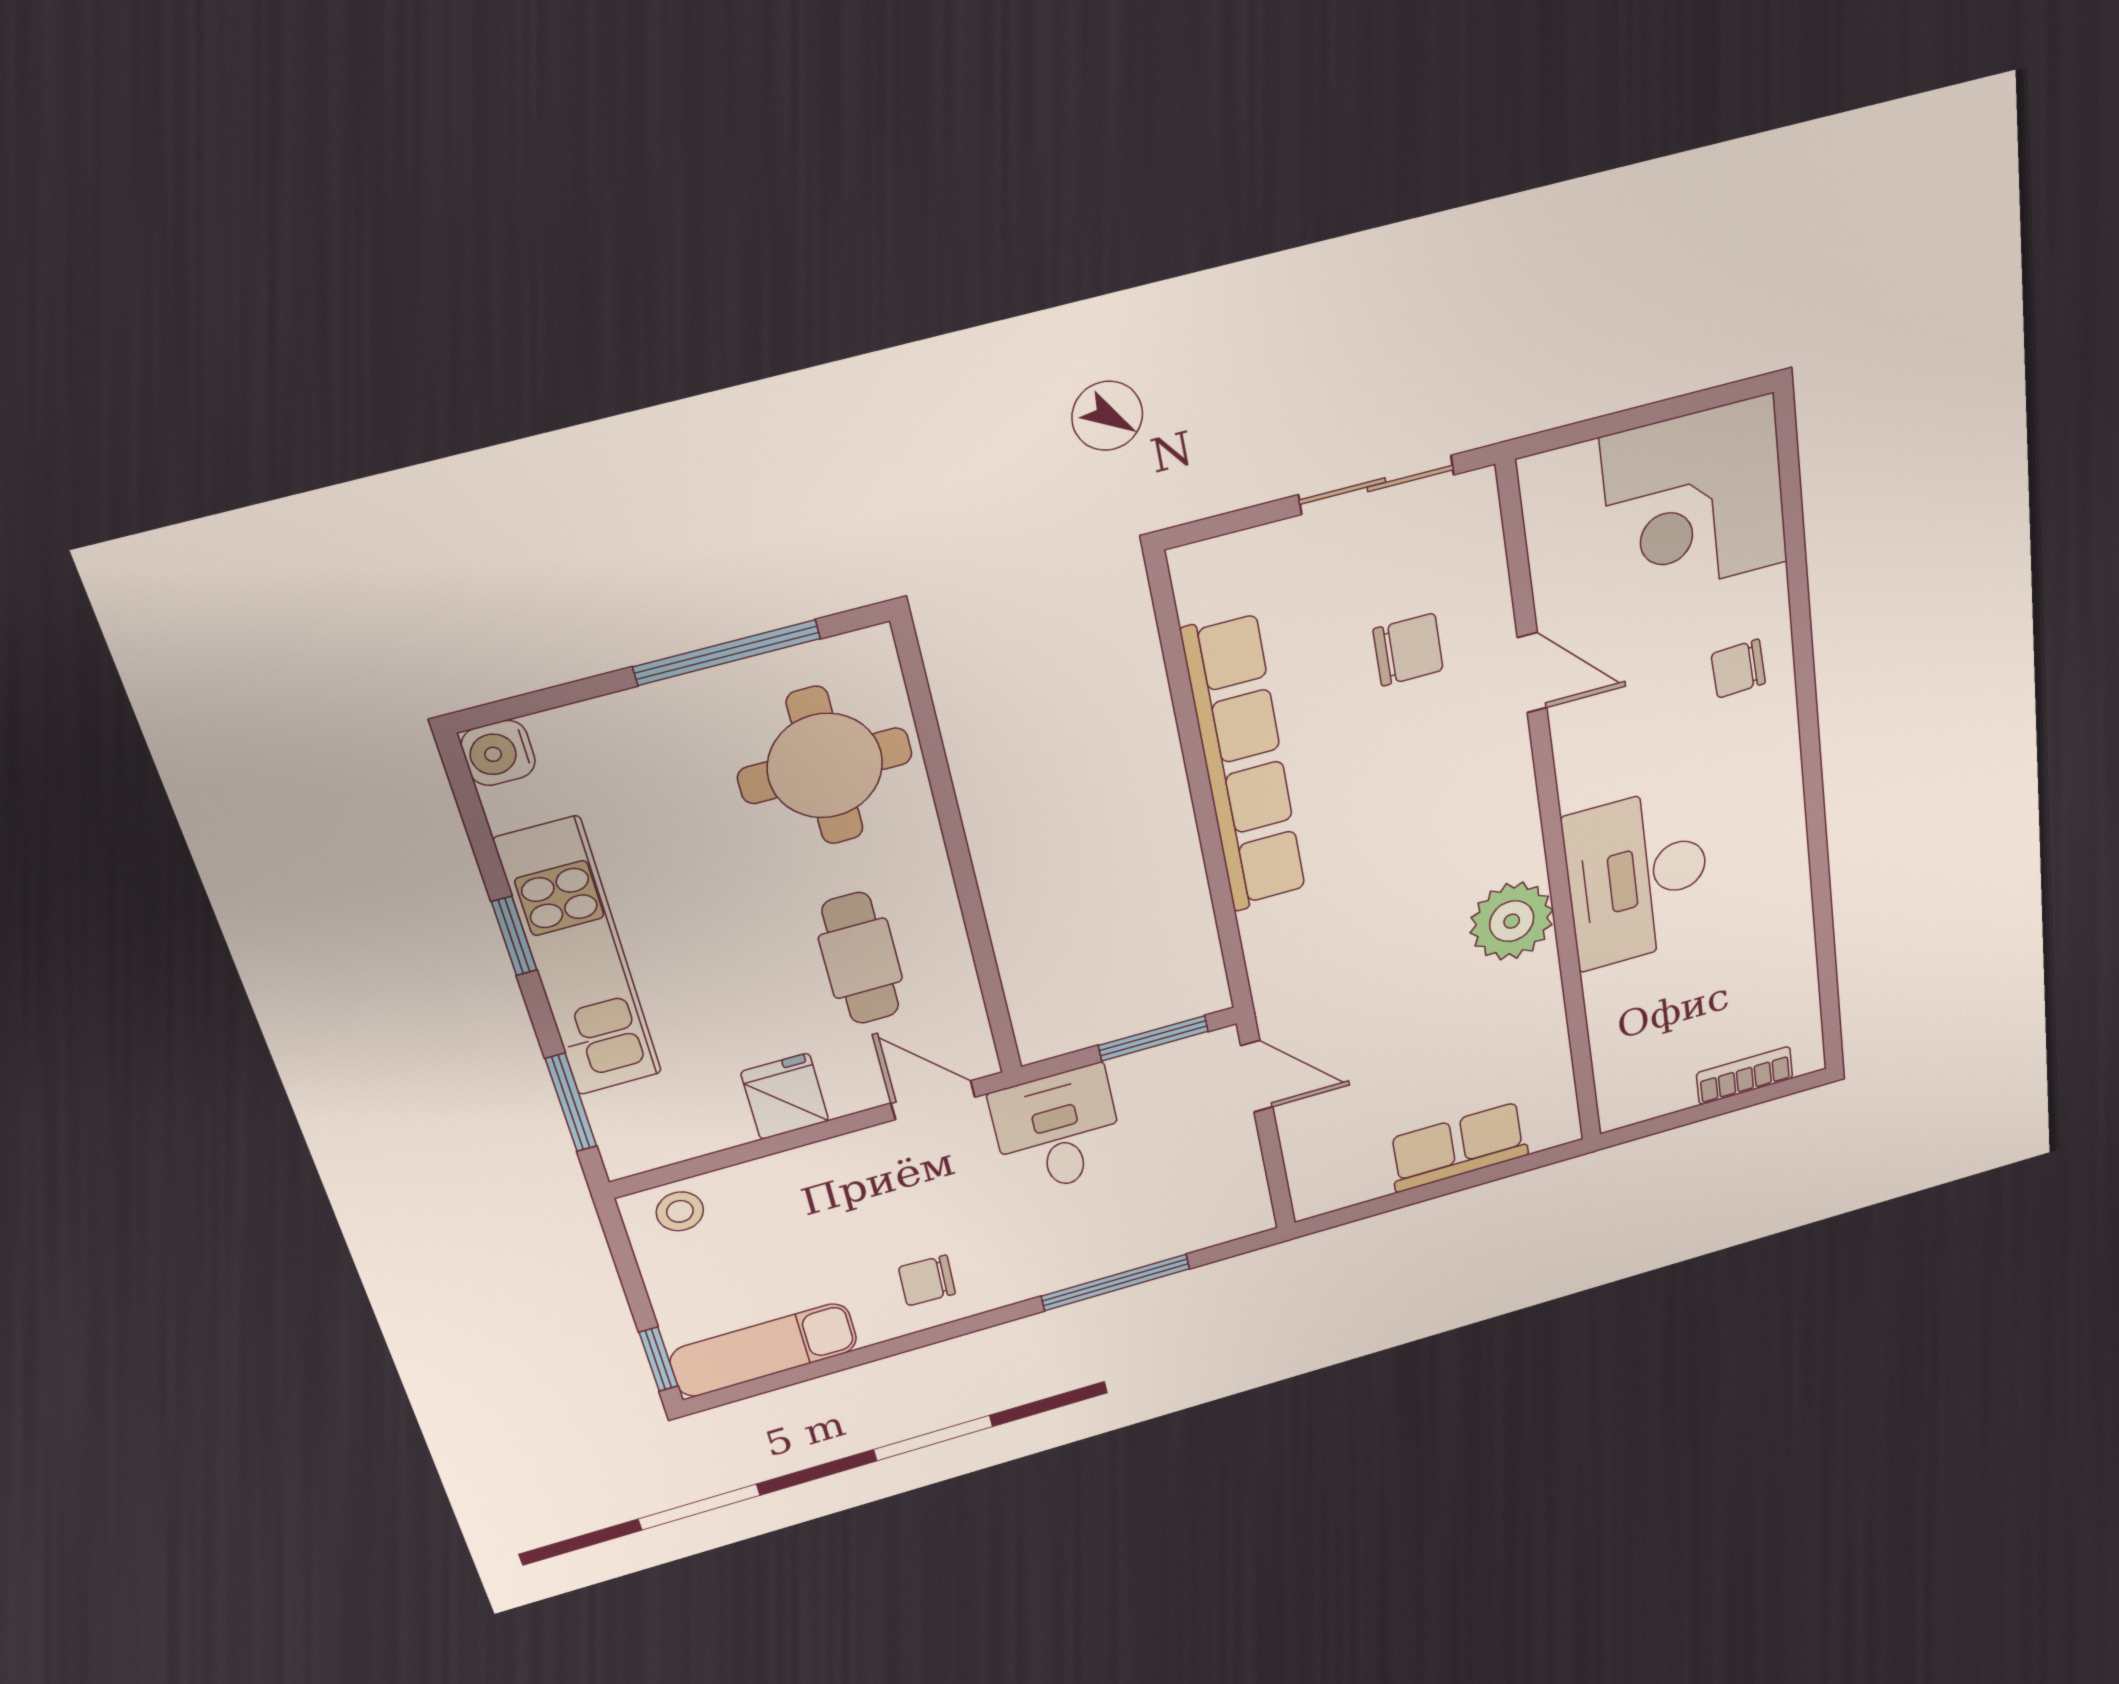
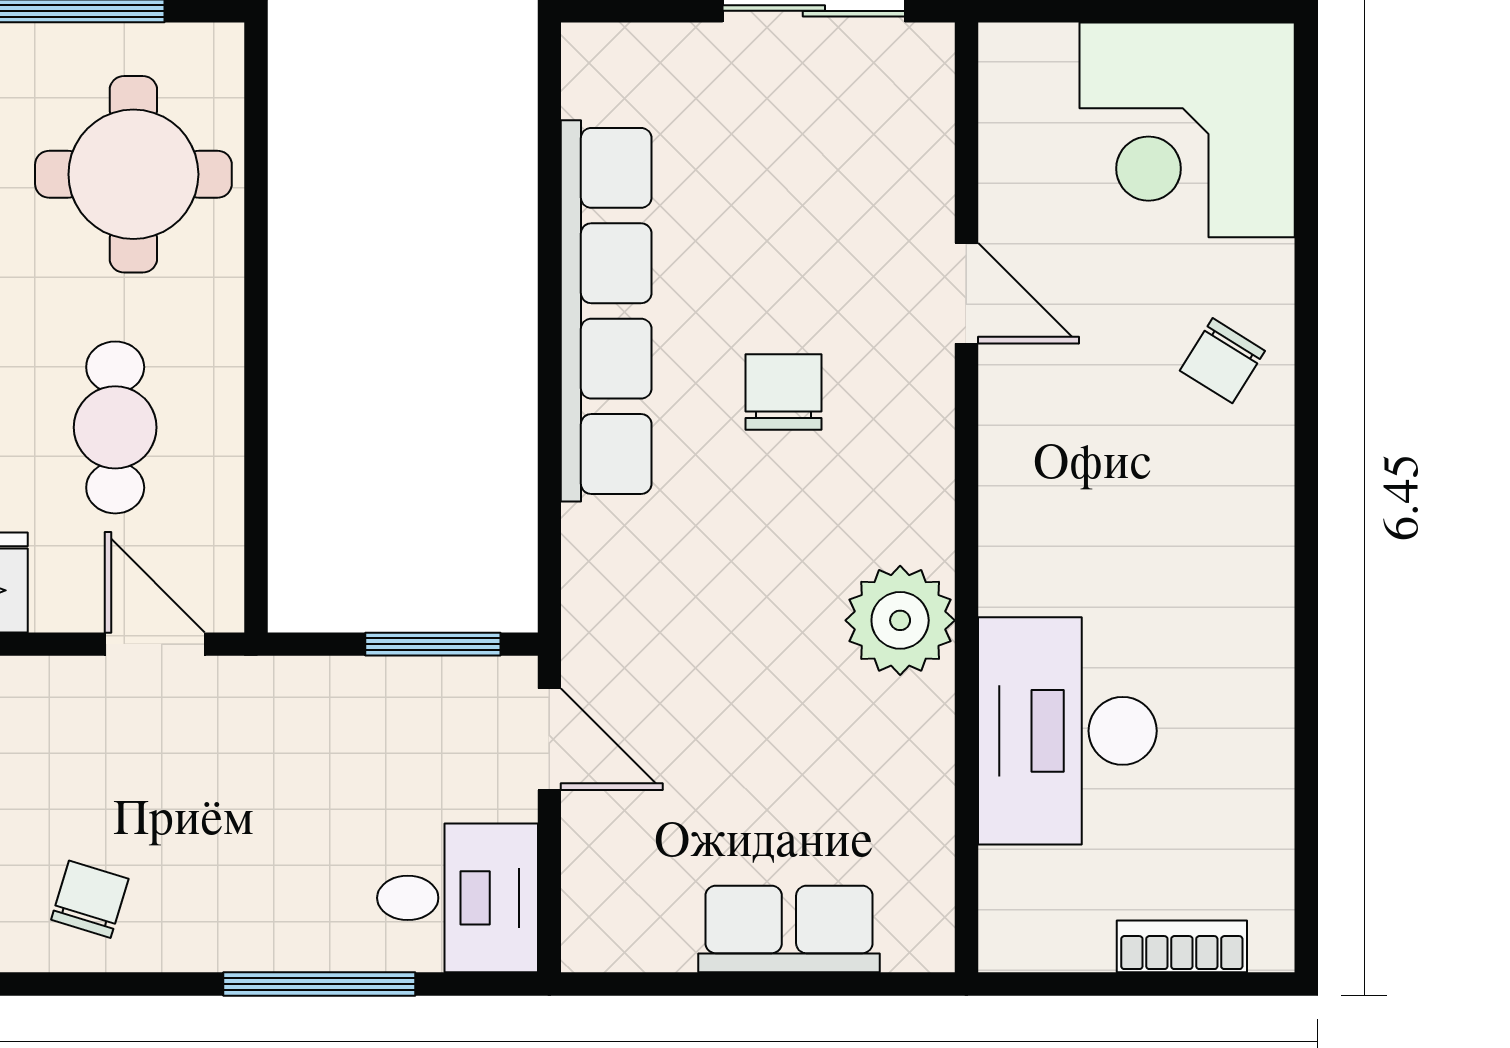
chair: (1408, 650) -> (784, 392), moved, turned -90
chair: (1738, 669) -> (1222, 361), turned -55
desk: (1637, 877) -> (1067, 731), moved
desk: (1058, 1131) -> (458, 898), moved, turned 90
chair: (927, 1280) -> (90, 899), turned 105

